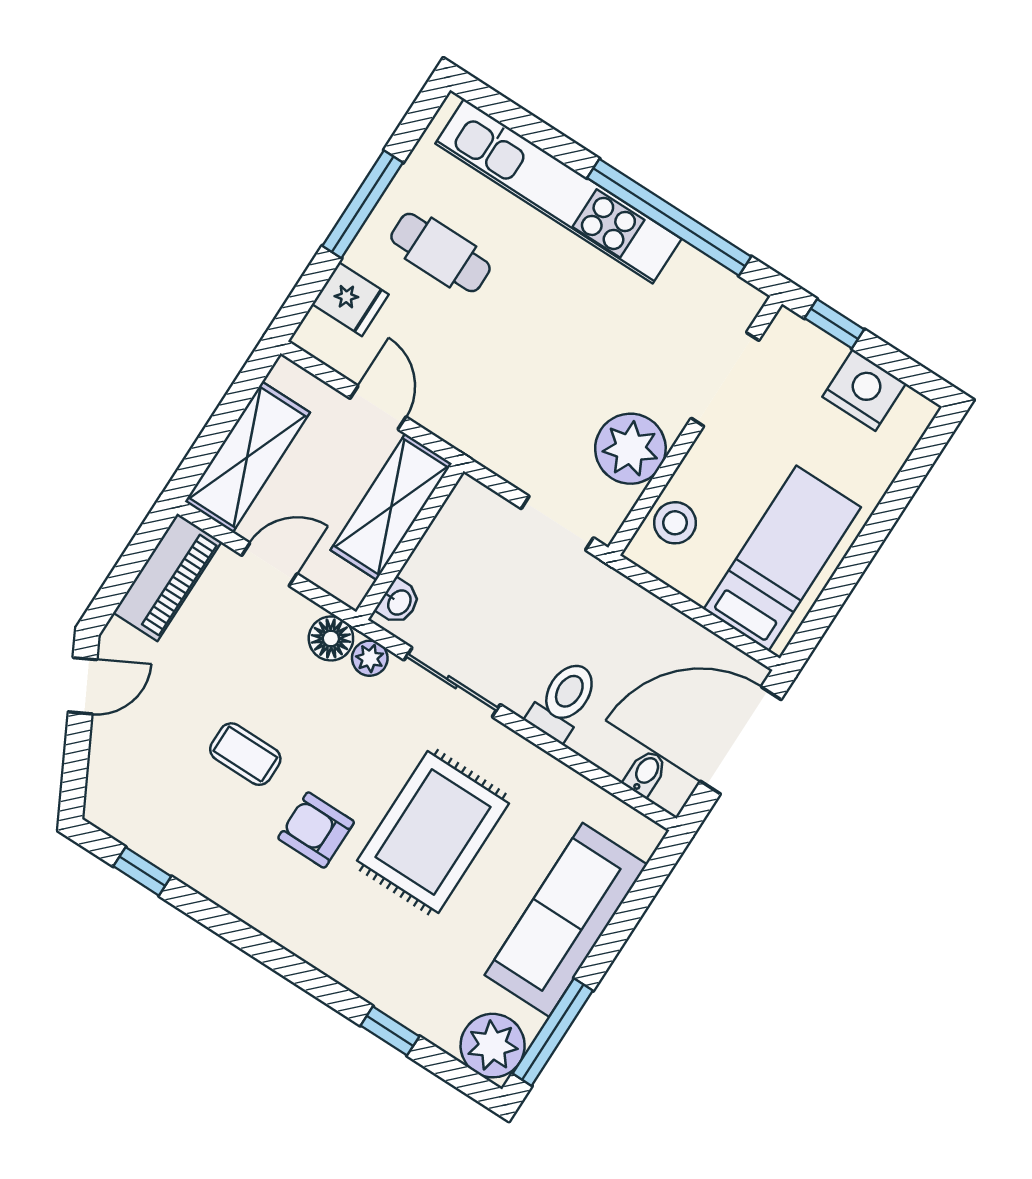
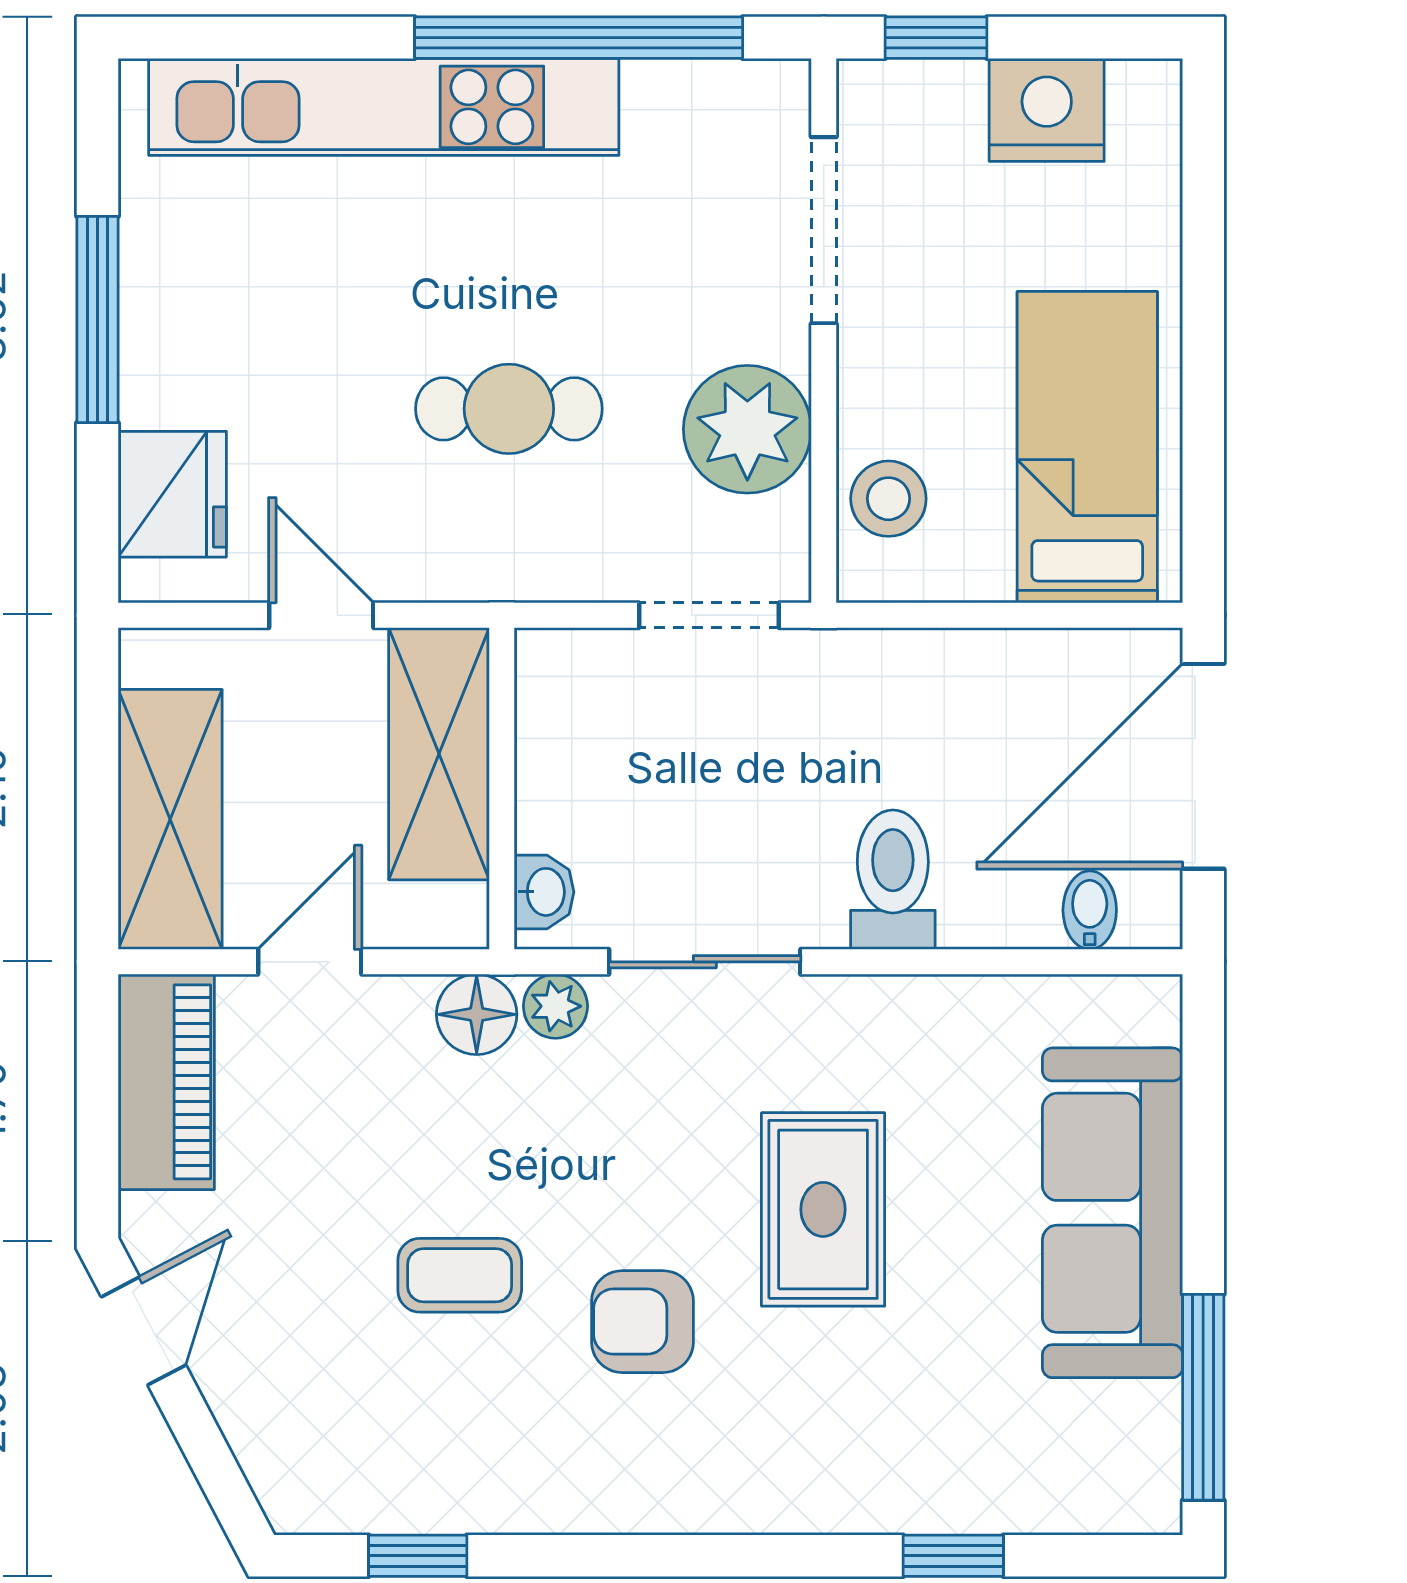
cafe table: (440, 252) -> (509, 409), moved
fridge: (350, 299) -> (172, 494), width x1.38
rug: (433, 832) -> (823, 1209), width x0.73, depth x0.70
plant: (493, 1046) -> (1125, 1477), removed

